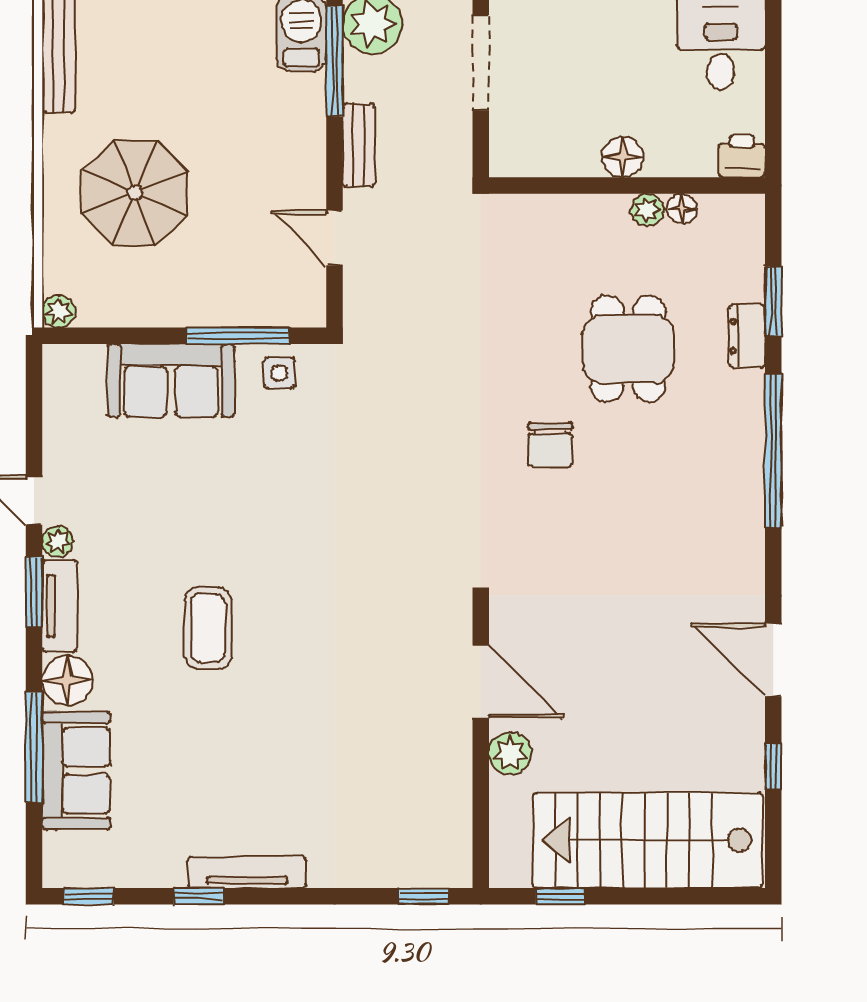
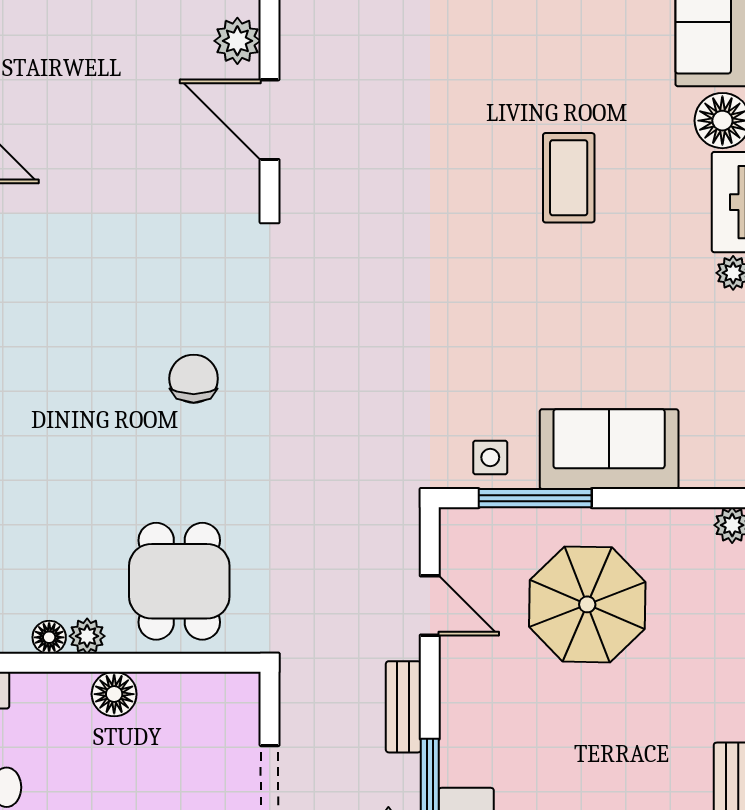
parasol: (134, 193) -> (587, 604), moved
dining table: (628, 349) -> (179, 581), moved

